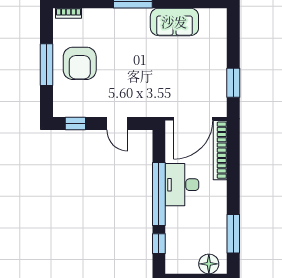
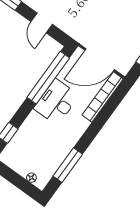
window: (159, 194) -> (48, 78), moved
floor lamp: (209, 264) -> (31, 178), width x0.53, depth x0.53

